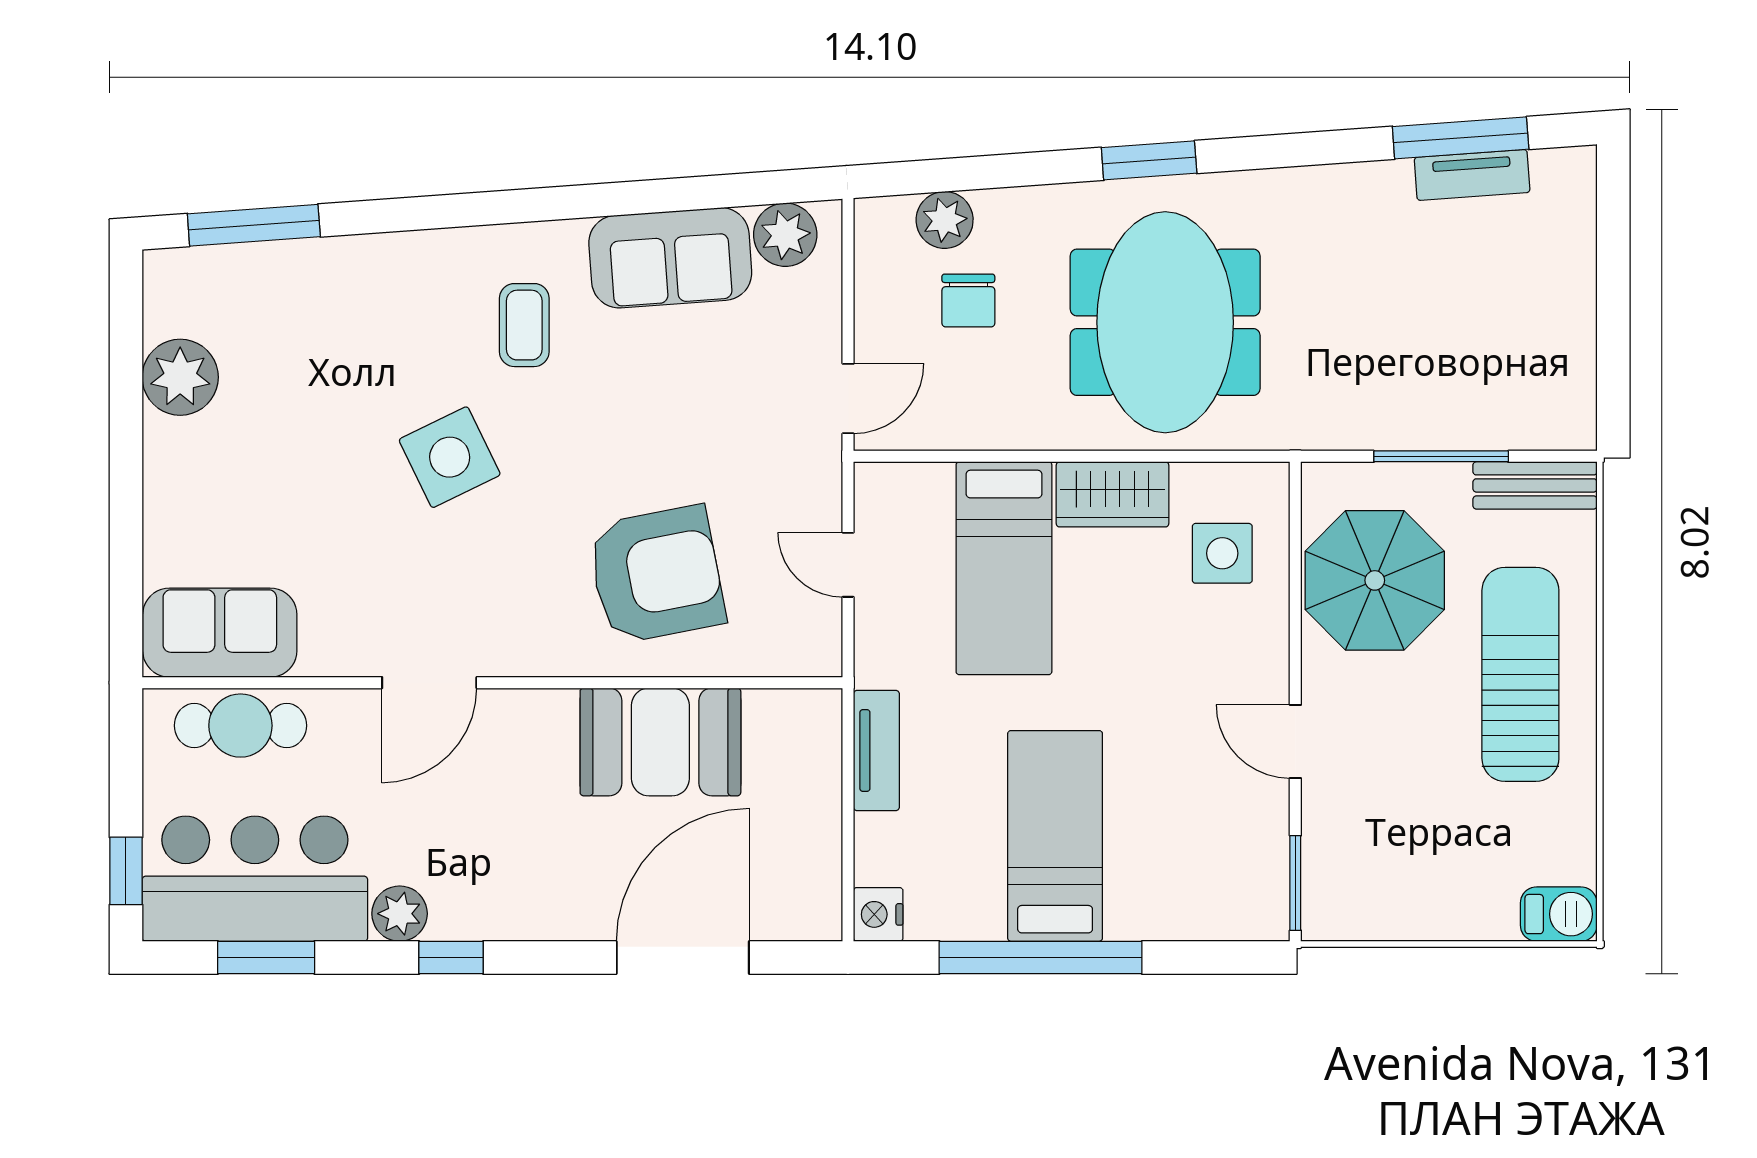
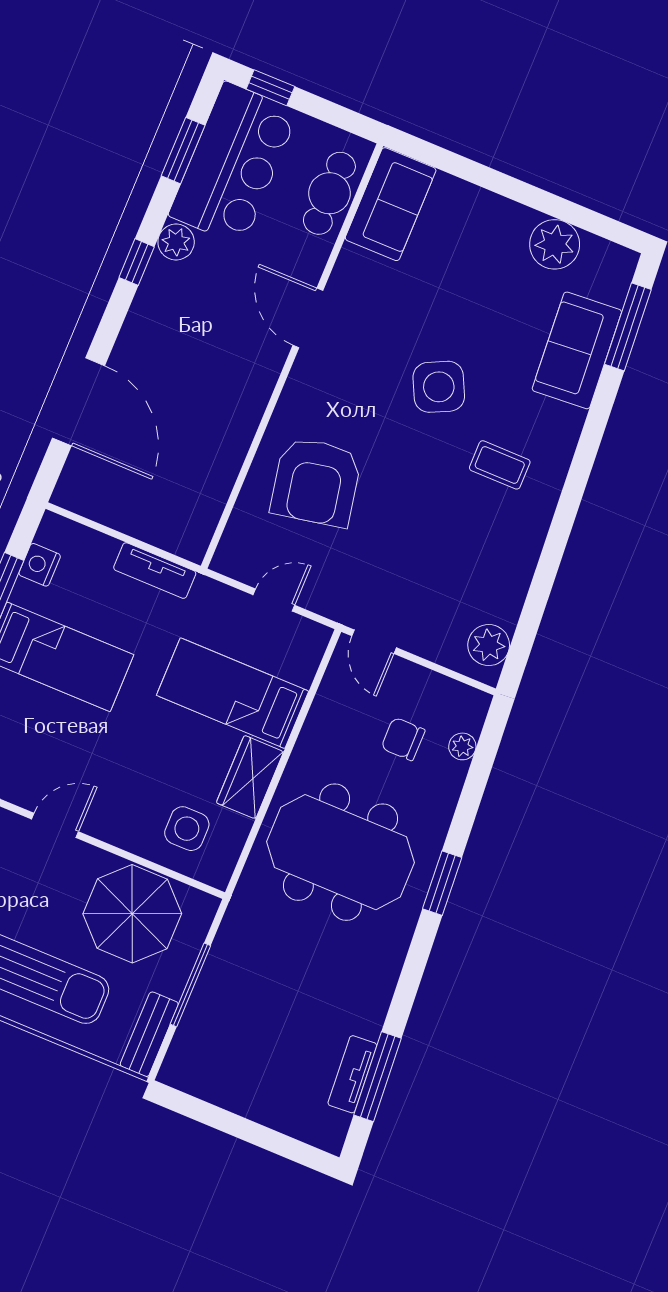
plant: (945, 220) -> (462, 746), width x0.73, depth x0.73
sofa: (670, 258) -> (577, 350), moved
booth: (660, 742) -> (214, 442), removed
nightstand: (878, 914) -> (40, 565), moved, turned -90

